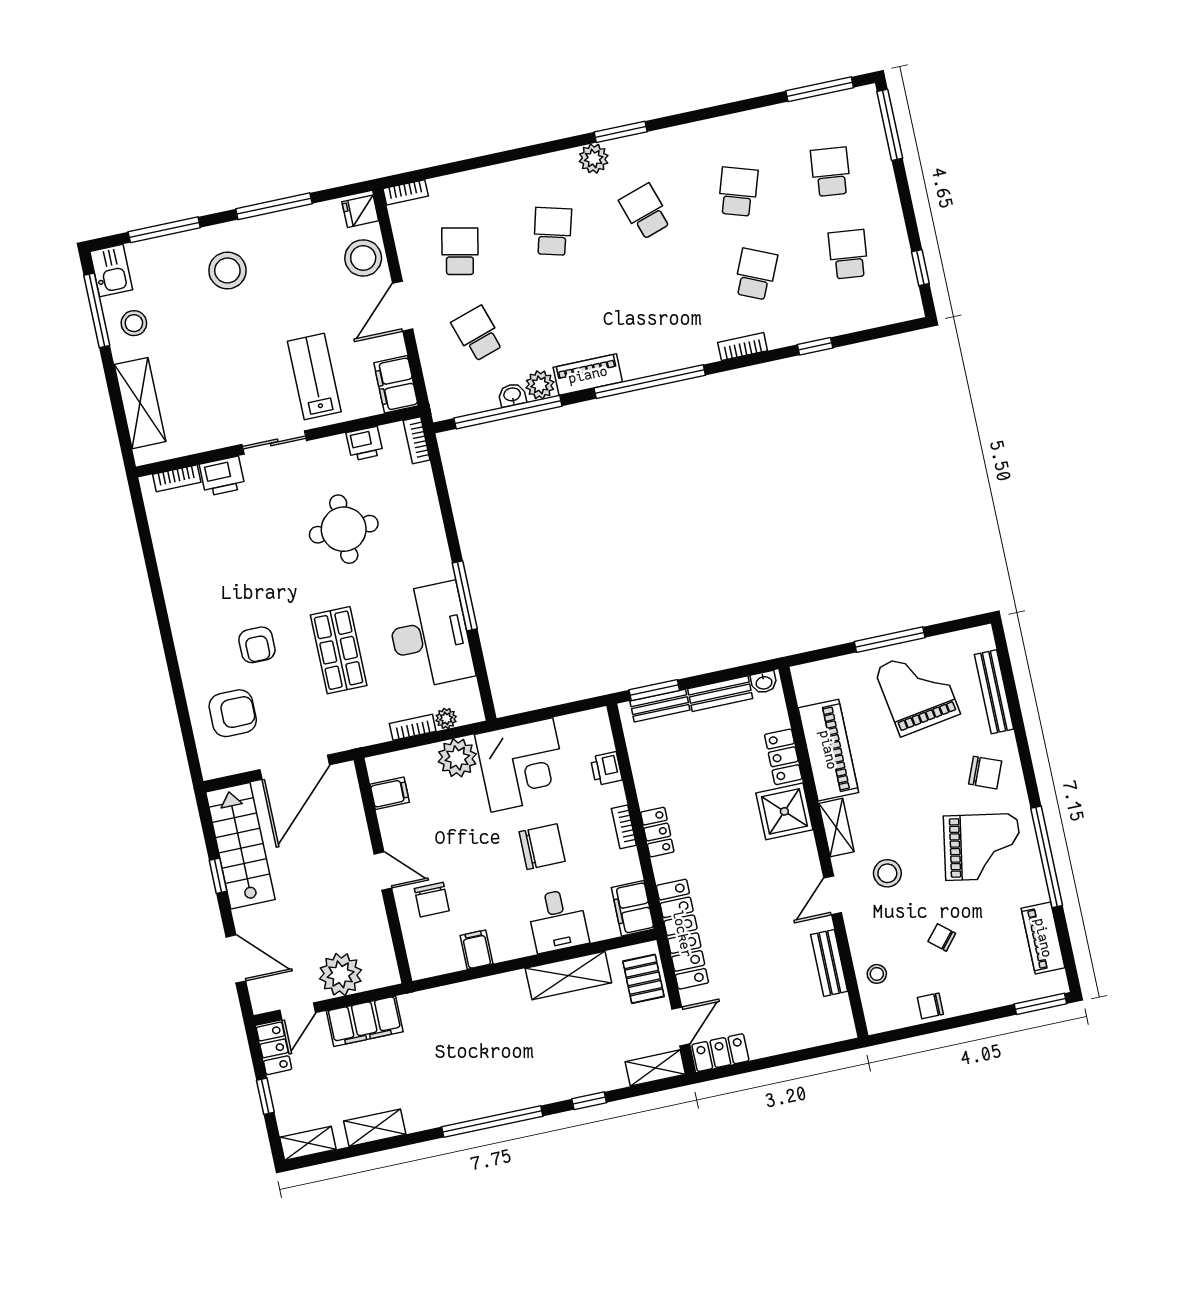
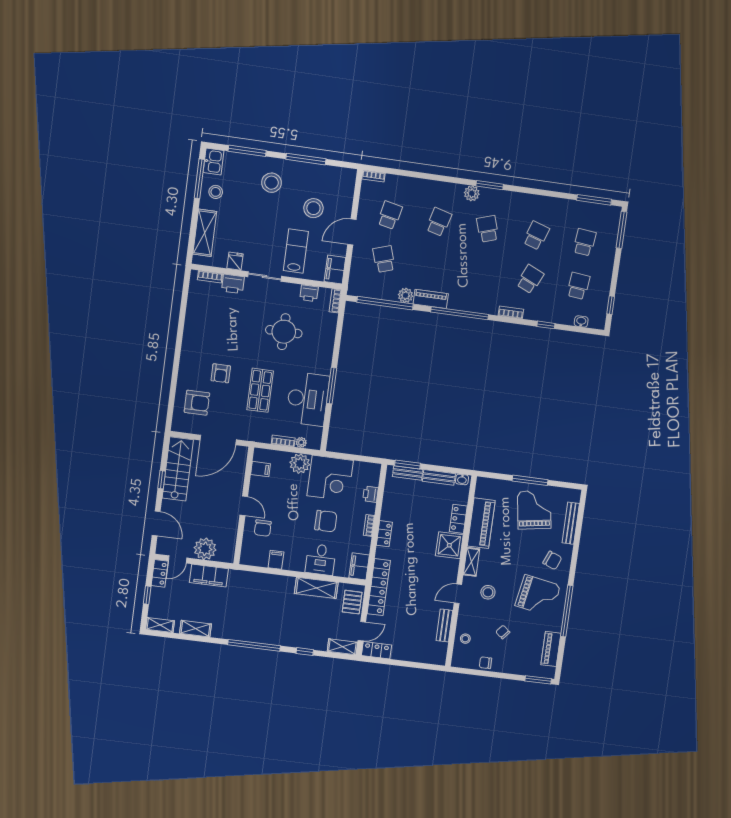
fridge: (360, 211) -> (235, 261), moved, turned 90
stool: (363, 258) -> (313, 208), moved
washbasin: (512, 395) -> (581, 321), moved

